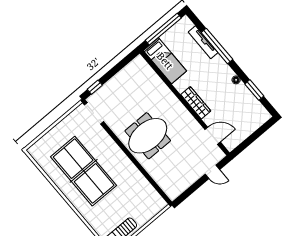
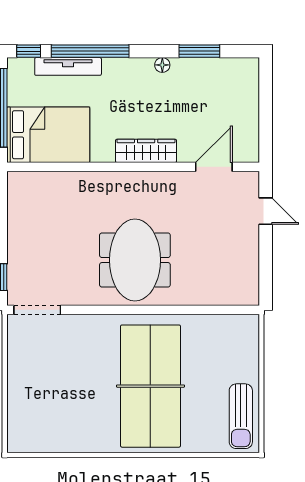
window: (196, 21) -> (29, 51), added
bed: (165, 61) -> (48, 135), width x1.50
table tennis table: (84, 171) -> (150, 386), moved, turned 90
door: (212, 172) -> (266, 211), hinge flipped

